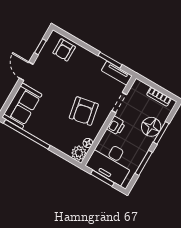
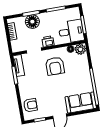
armchair: (84, 111) -> (55, 66), turned 101
desk: (111, 162) -> (71, 31), width x0.73

